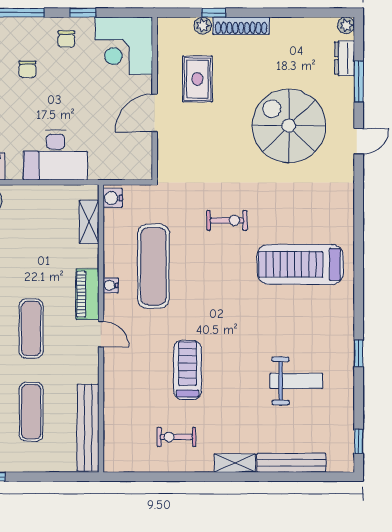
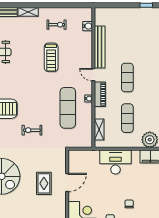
rug: (197, 79) -> (44, 183), moved
water cooler: (113, 198) -> (88, 26), moved
exercise mat: (31, 412) -> (127, 118), moved
bench: (88, 428) -> (100, 47), moved

